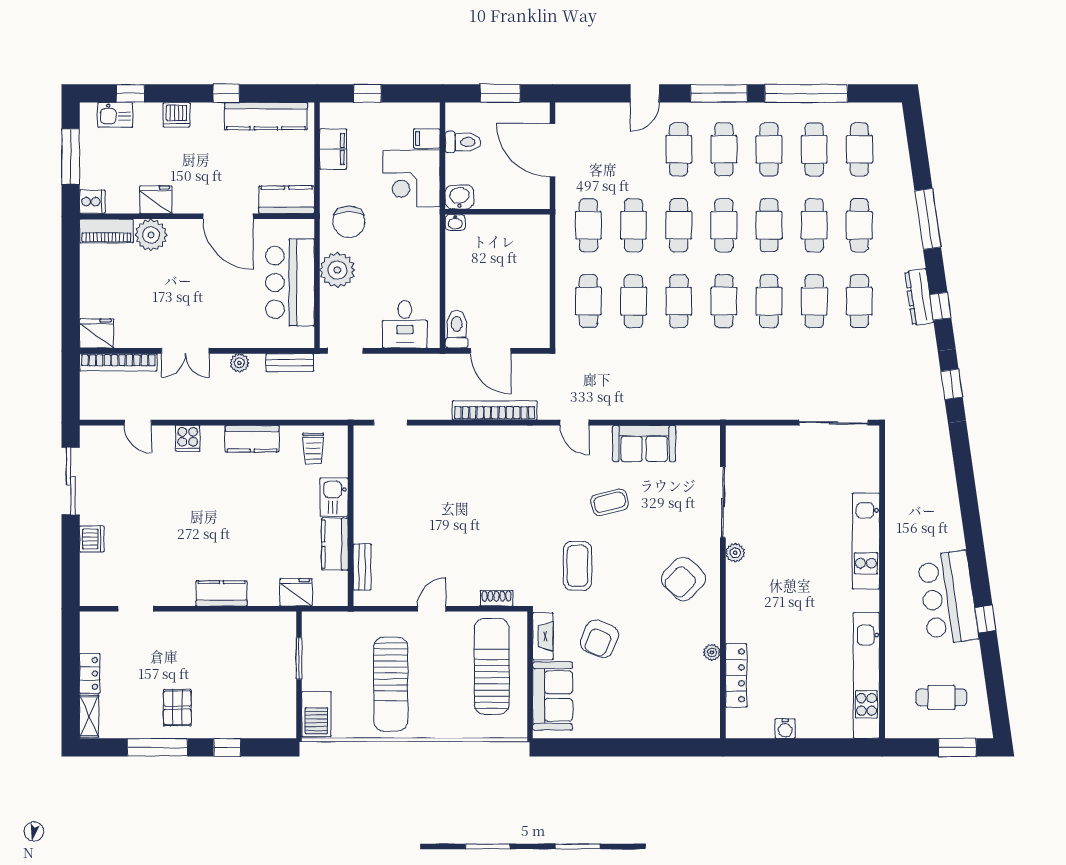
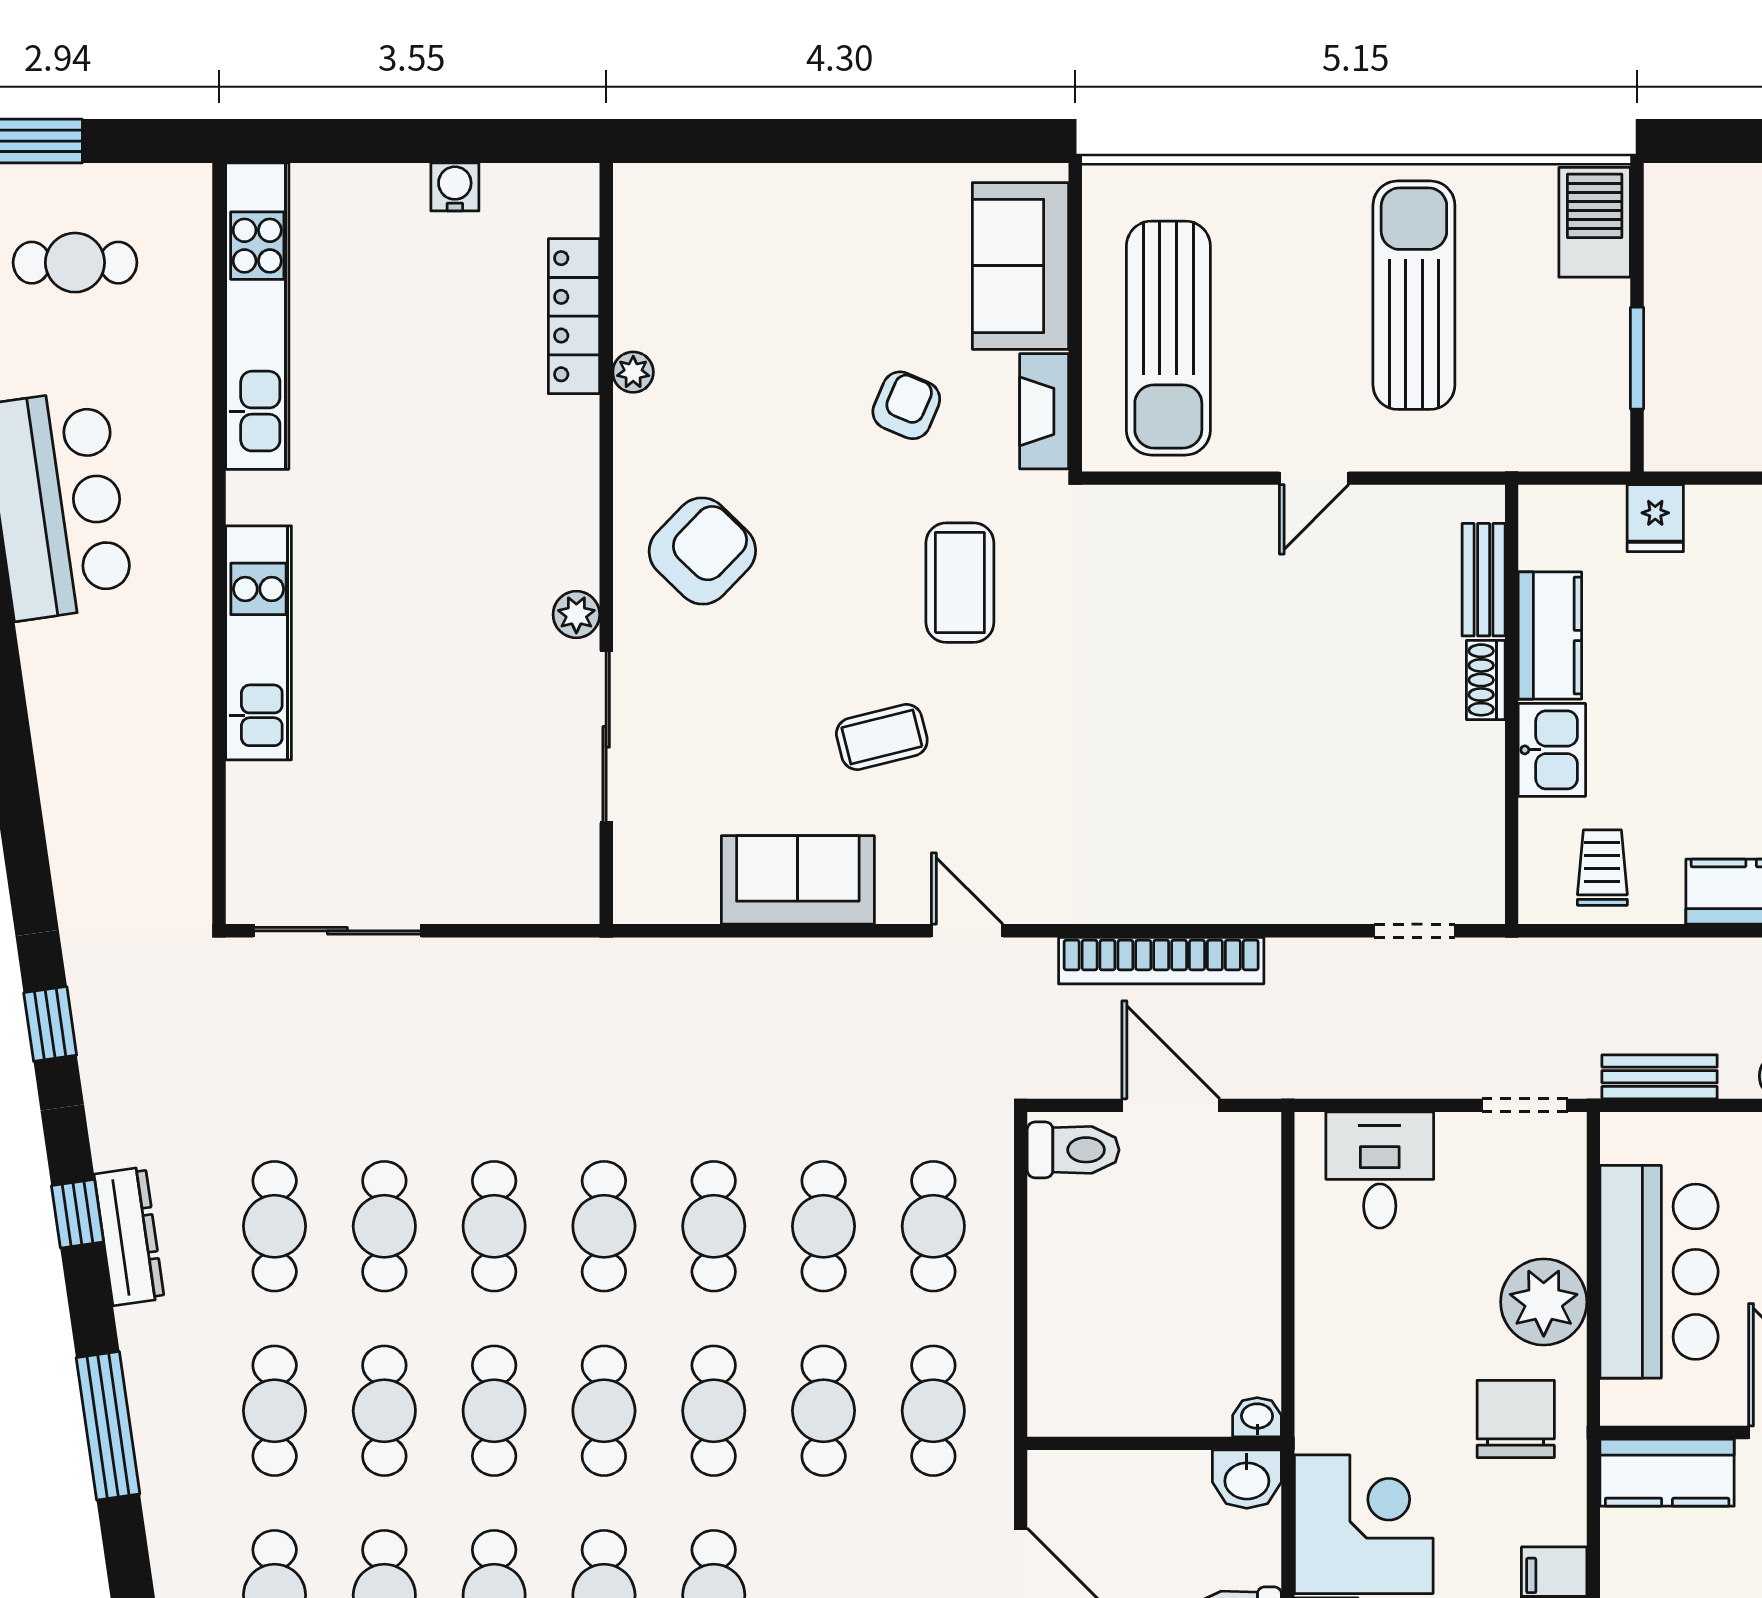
toilet: (457, 329) -> (1073, 1150), moved, turned -90
fridge: (296, 592) -> (1655, 518), width x0.72
shoe rack: (496, 598) -> (1486, 680), moved, turned 90
armchair: (599, 639) -> (906, 405), width x0.72, depth x0.72

